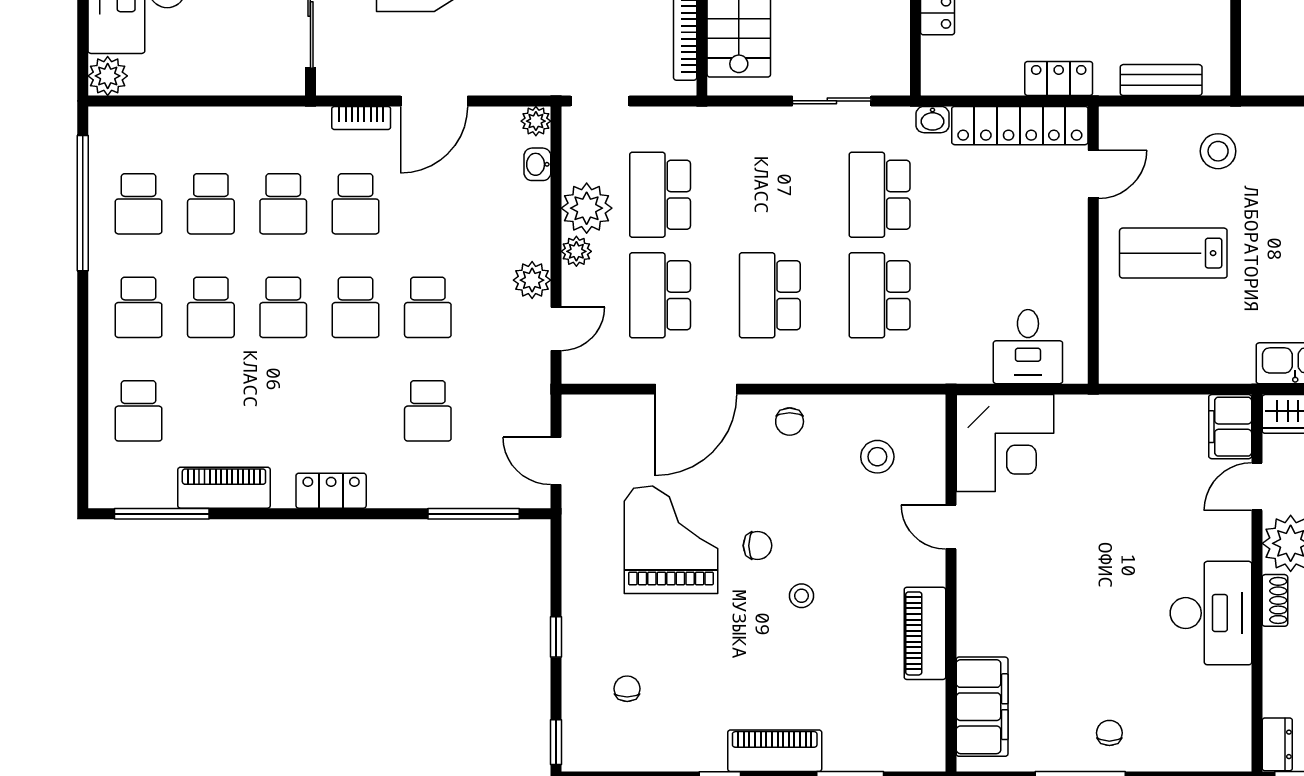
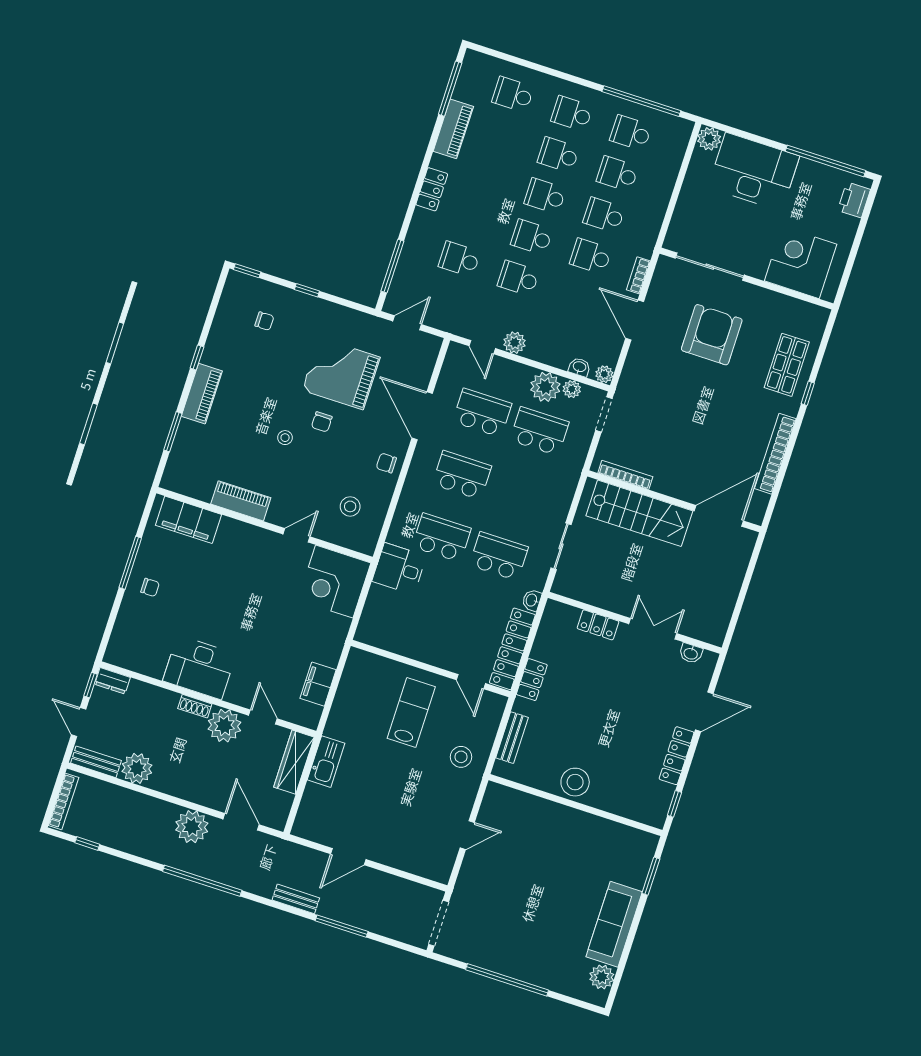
plant: (576, 251) -> (572, 389), moved
desk: (1028, 347) -> (399, 569), moved
filing cabinet: (1230, 427) -> (318, 684), moved, turned -90
grand piano: (671, 540) -> (341, 374), turned 180

